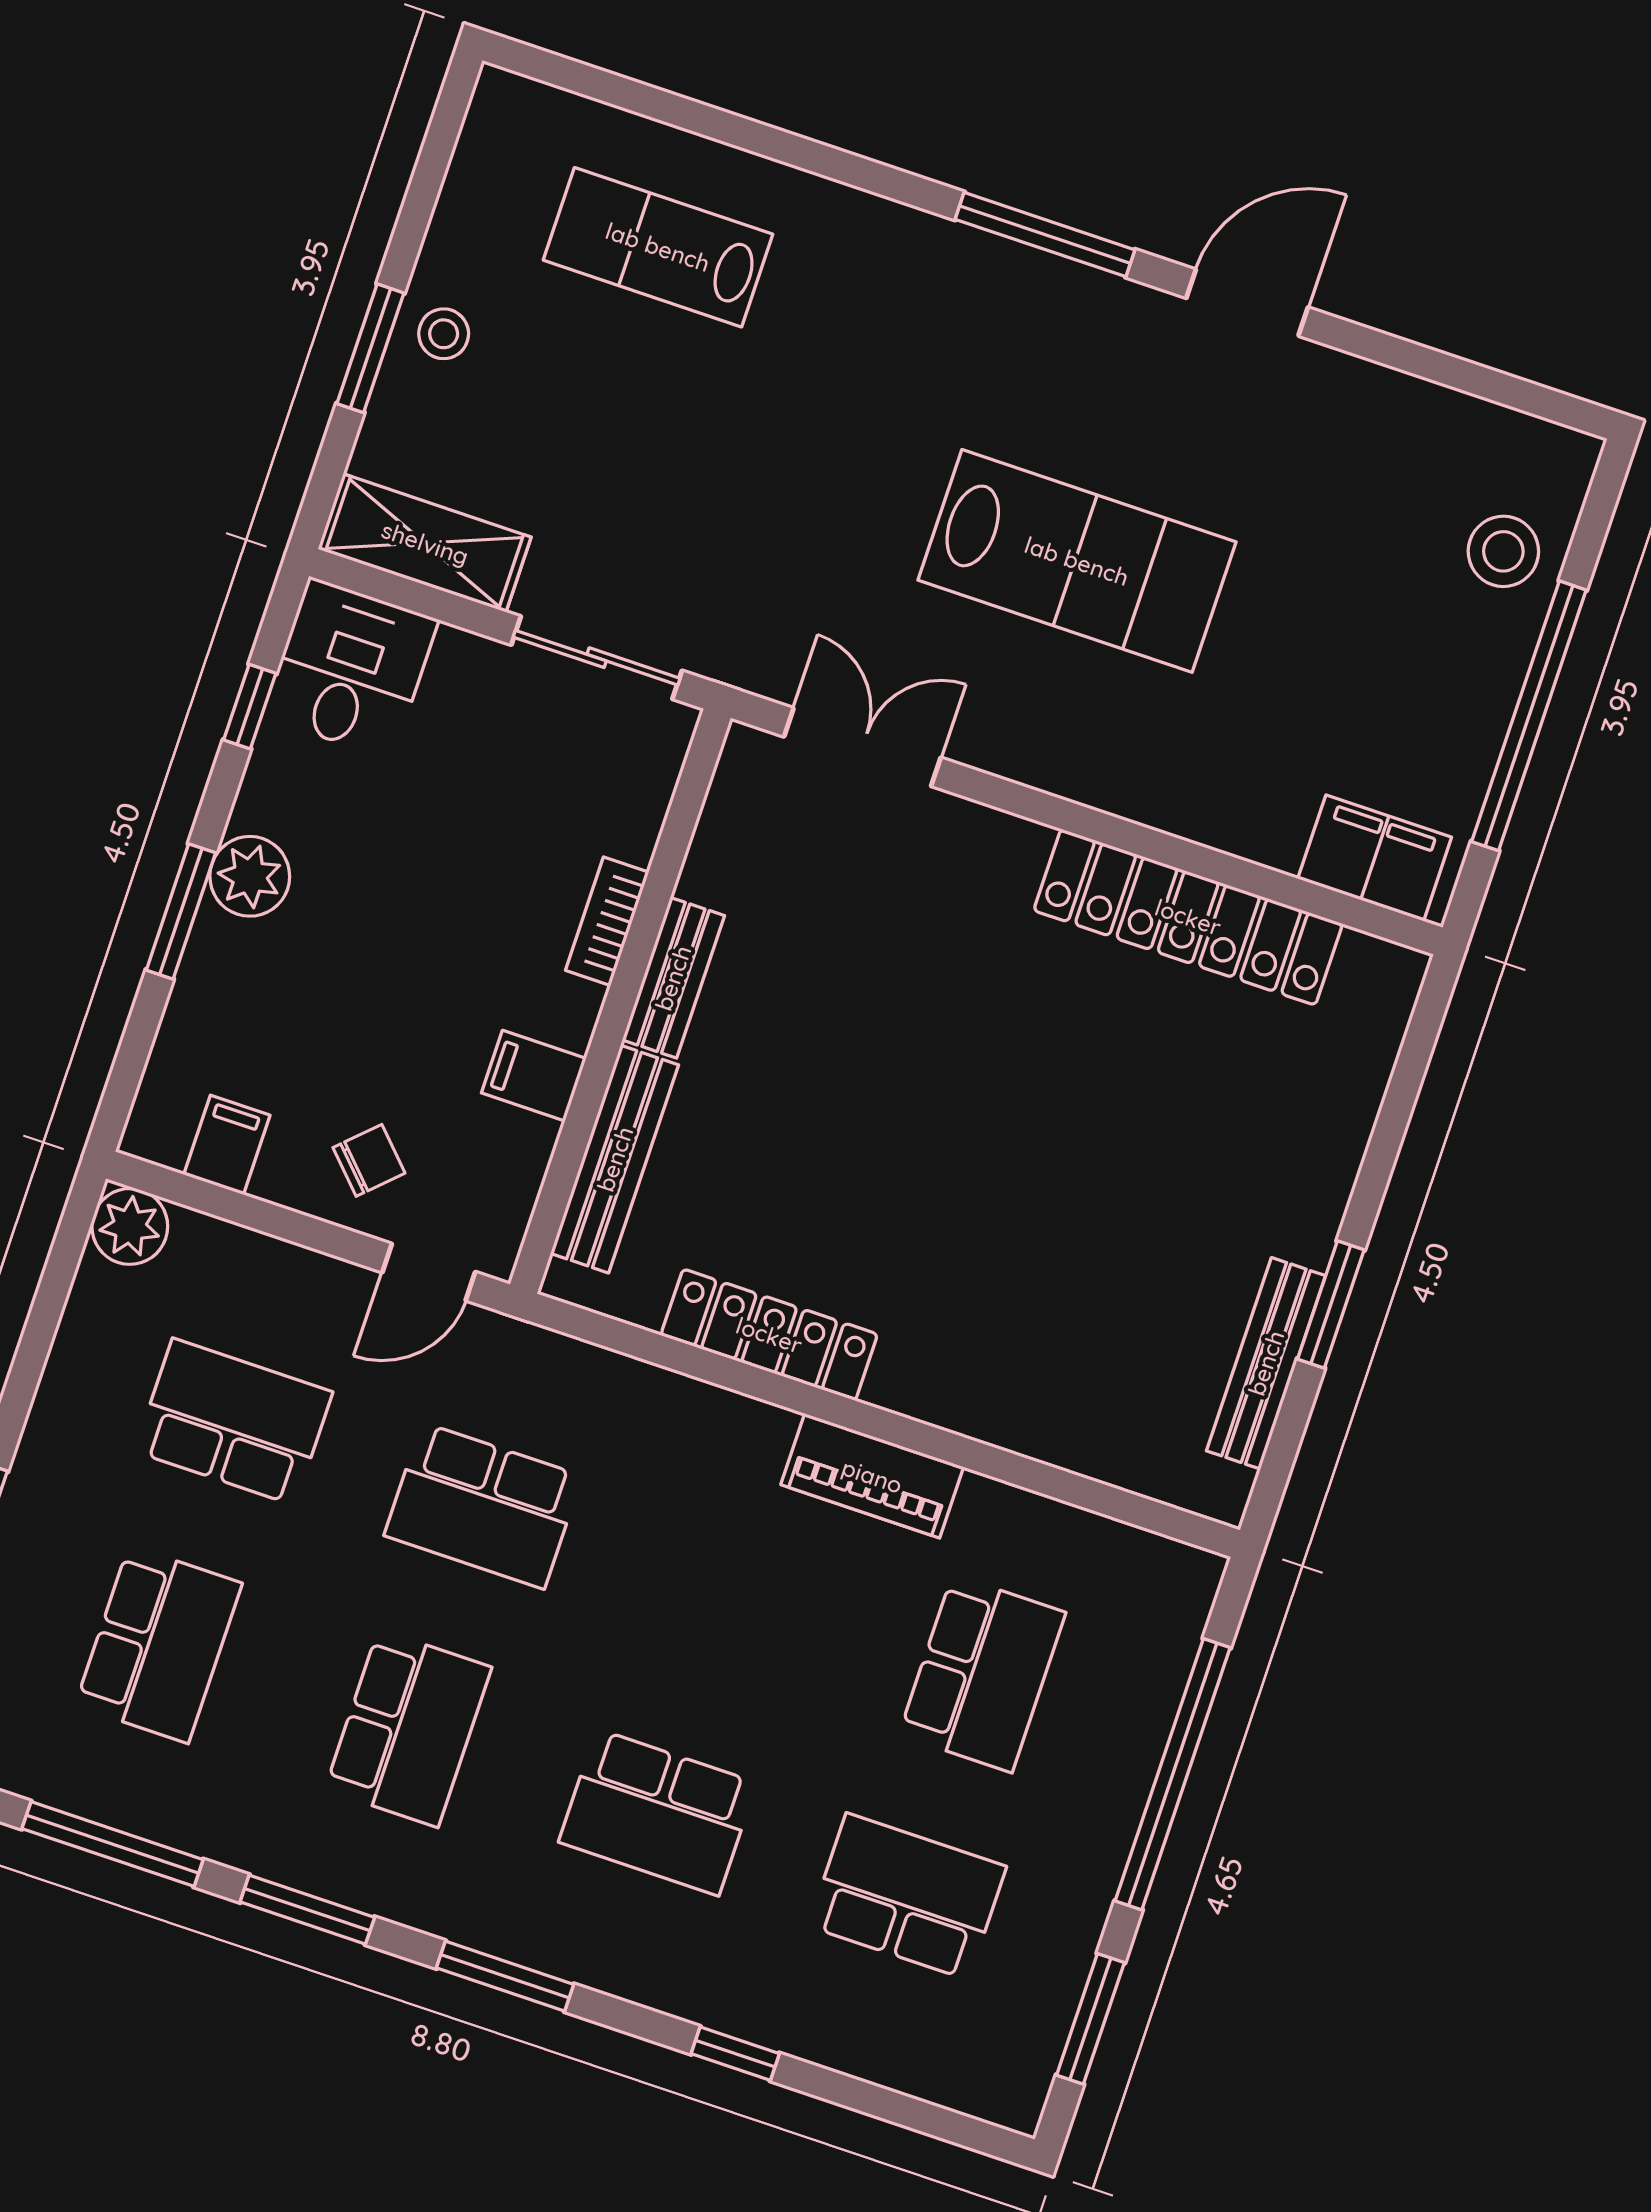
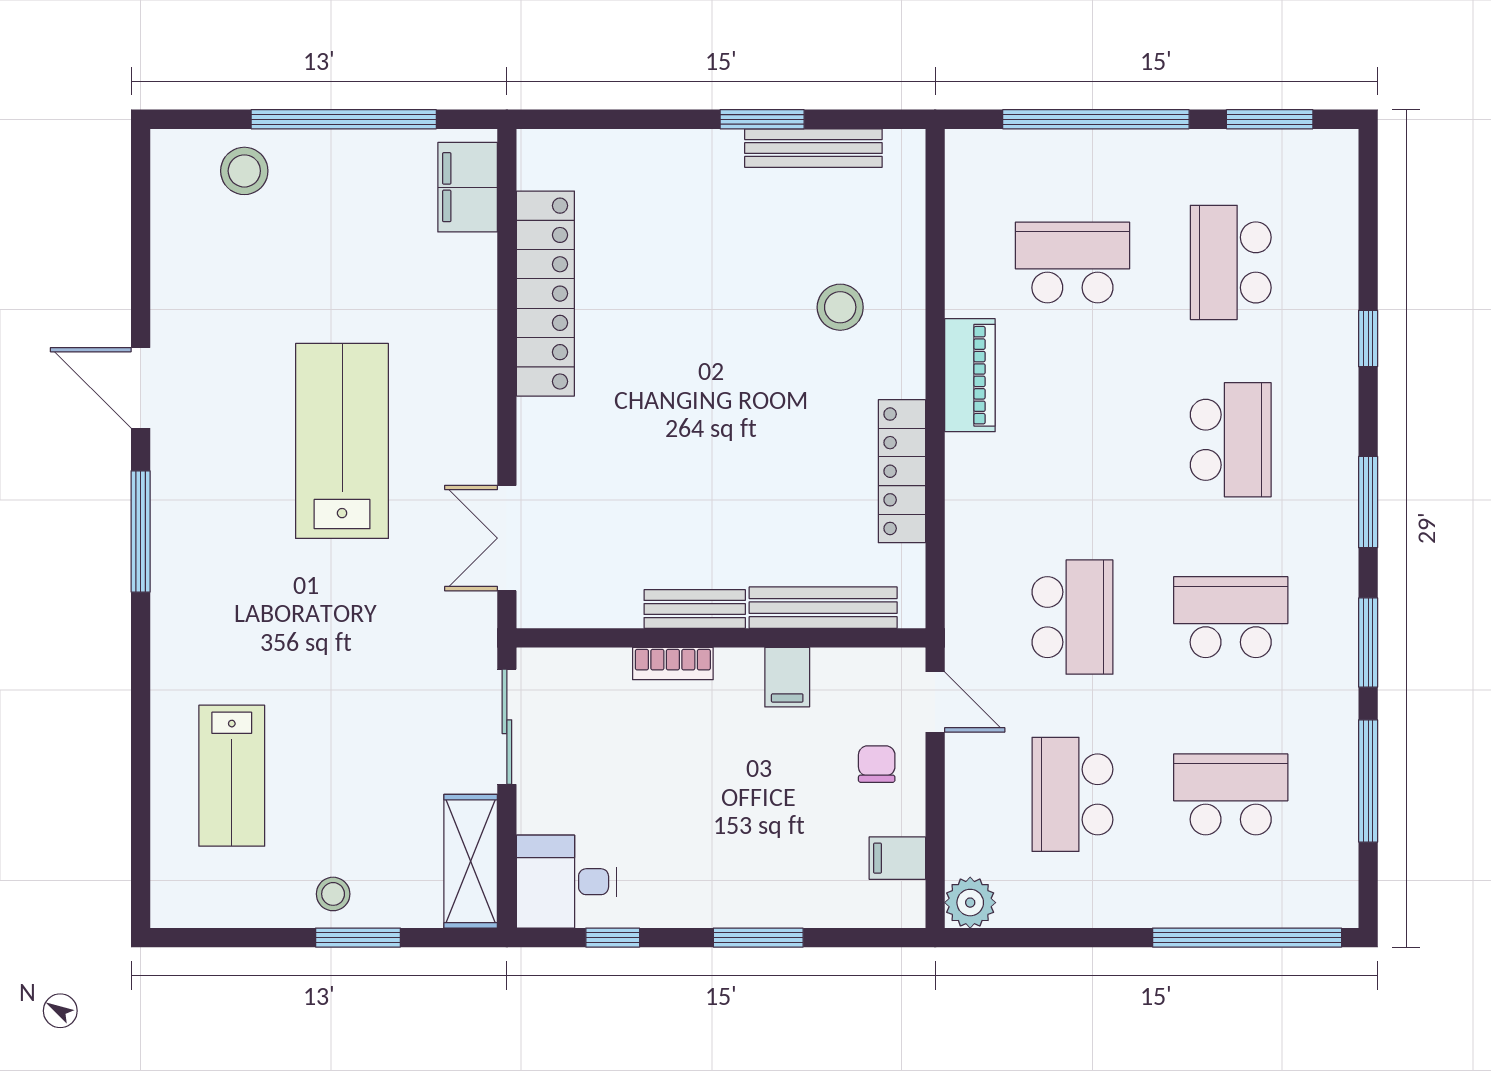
plant: (250, 876) -> (721, 901), removed
chair: (369, 1160) -> (877, 764), turned 44
stool: (1029, 1325) -> (840, 307), added

